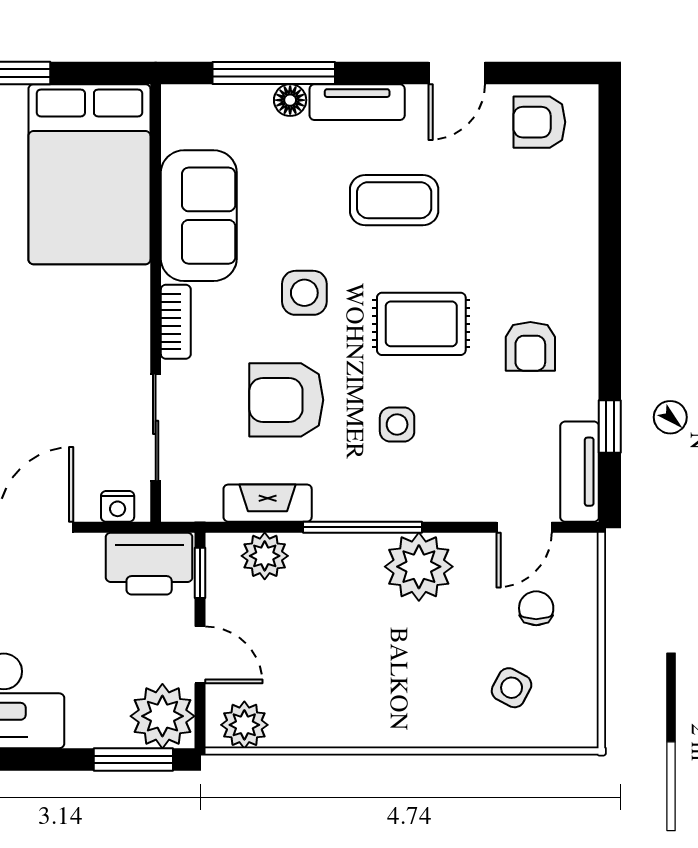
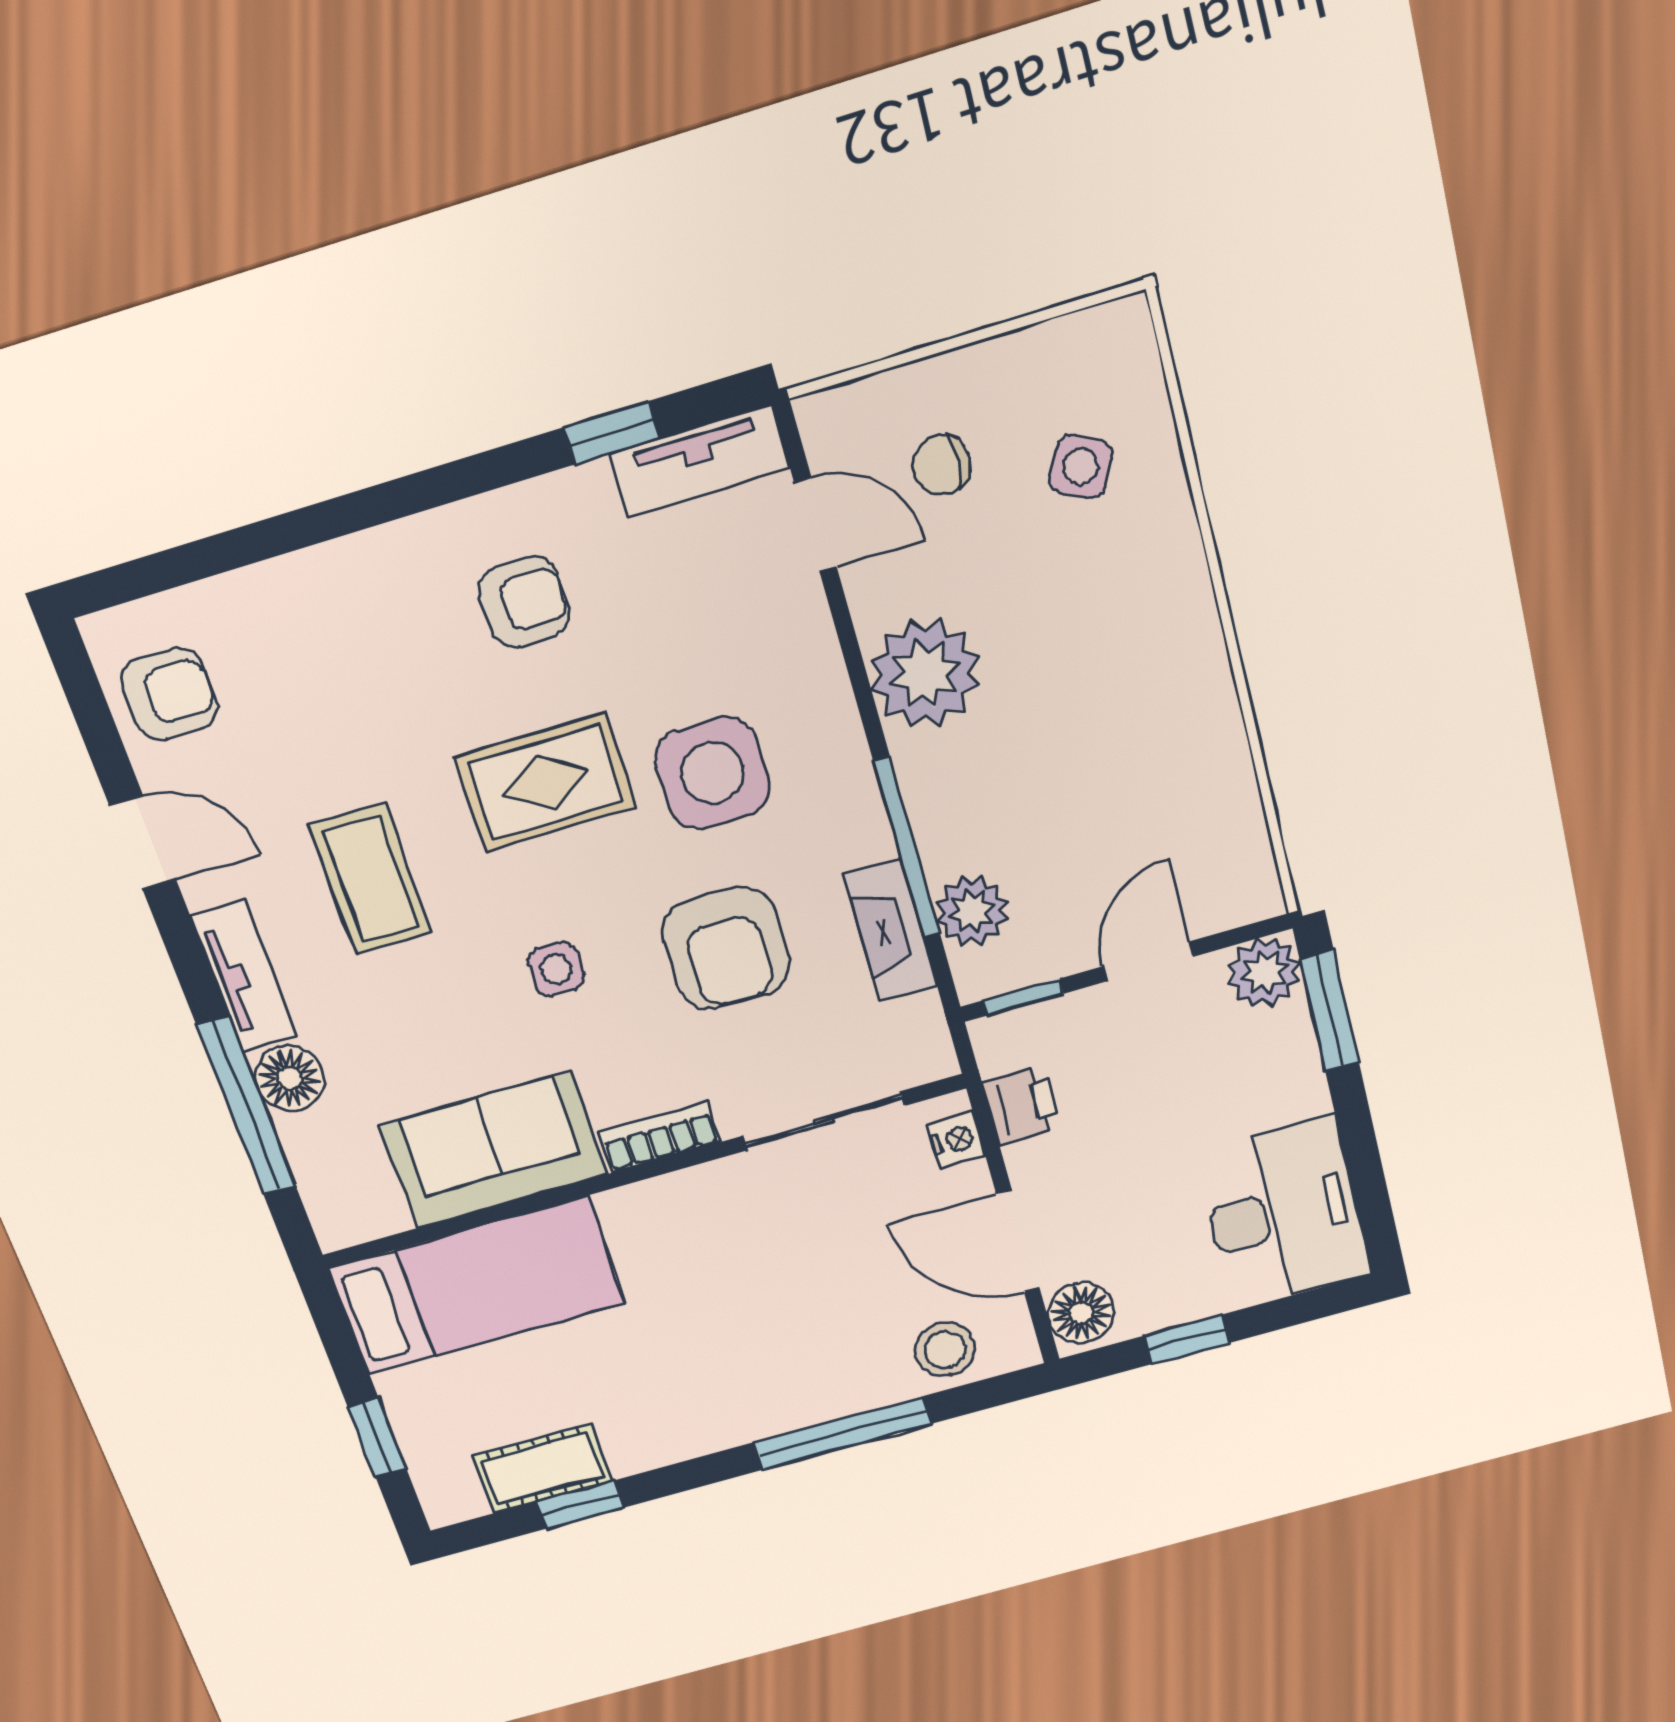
floor lamp: (290, 100) -> (290, 1078), width x1.37, depth x1.37
armchair: (539, 122) -> (169, 694), turned -90
bed: (89, 174) -> (477, 1286), width x0.67
side table: (304, 293) -> (556, 969), width x0.73, depth x0.73
rug: (421, 324) -> (545, 782), turned 90
side table: (397, 425) -> (712, 773), width x1.87, depth x1.87
window: (363, 527) -> (907, 848), moved
printer: (149, 564) -> (1022, 1105), width x0.53, depth x0.68
plant: (162, 716) -> (1264, 973), width x0.73, depth x0.73
plant: (244, 725) -> (1240, 866), removed

